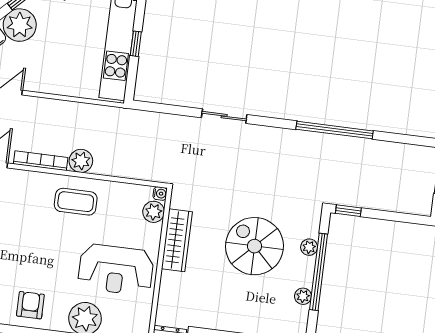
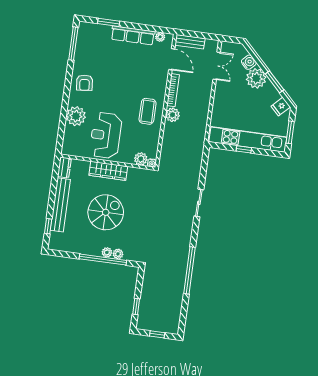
window: (348, 211) -> (136, 307), moved
wardrobe: (177, 240) -> (108, 171), moved
spiral stairs: (254, 246) -> (106, 212), moved
plant: (303, 296) -> (107, 252), moved
armchair: (30, 305) -> (85, 83), turned 84

